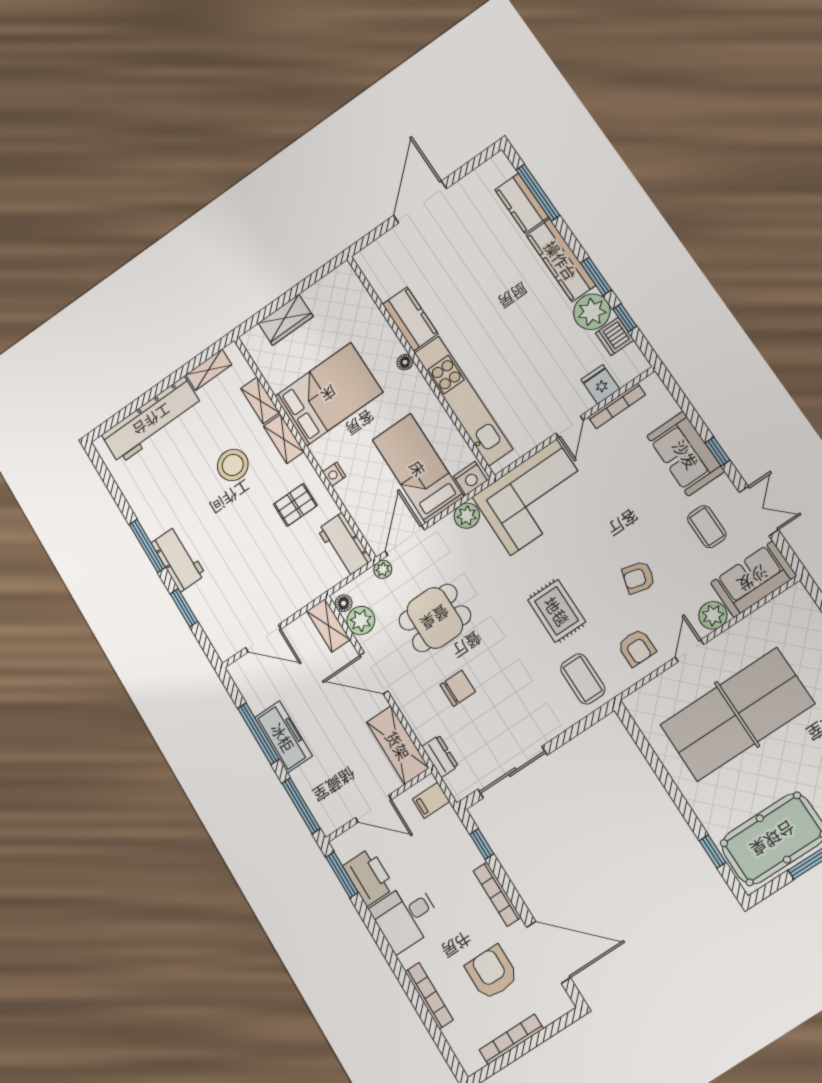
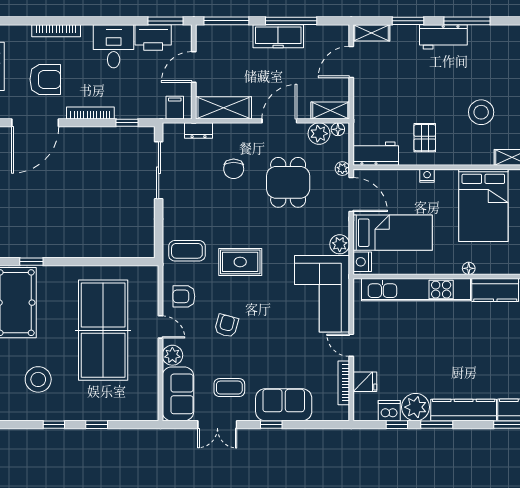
shelving: (284, 439) -> (371, 33), moved

